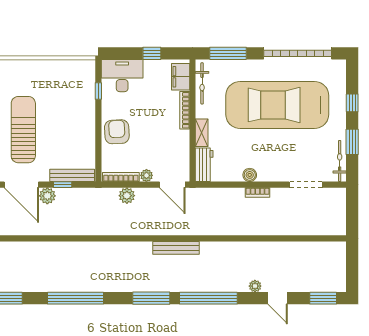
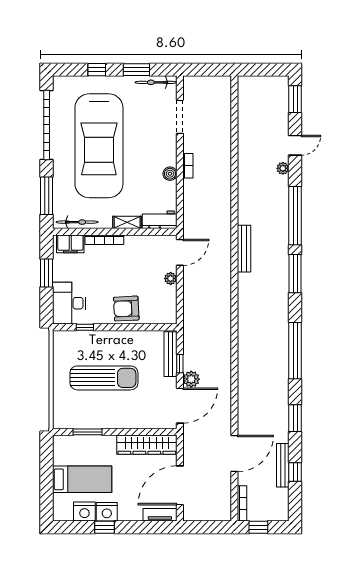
window: (152, 53) -> (47, 273), width x1.50
sun lounger: (23, 130) -> (104, 378), moved, turned 180
bookcase: (121, 177) -> (172, 304), removed
plant: (127, 196) -> (191, 298), removed

